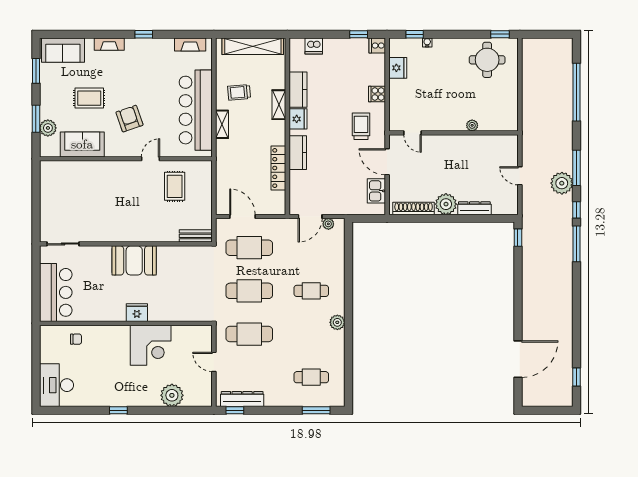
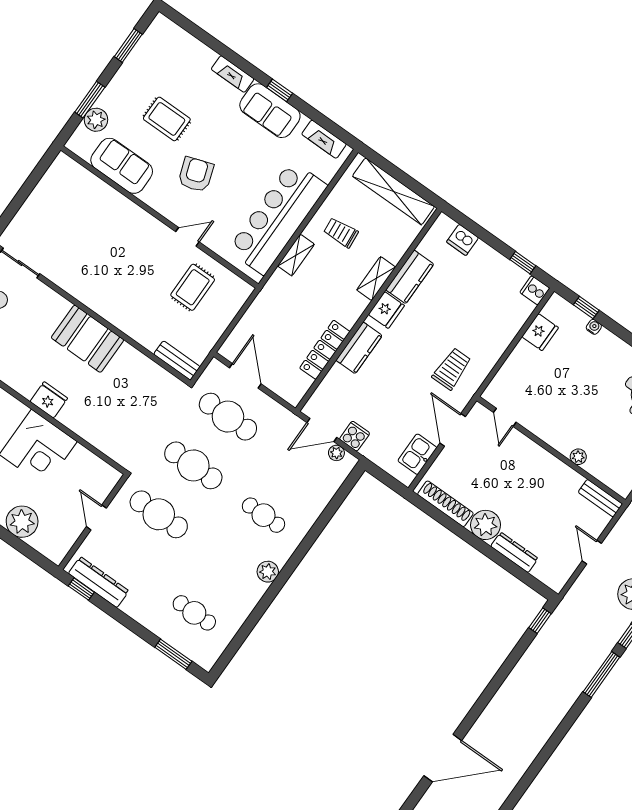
sofa: (63, 50) -> (270, 111), moved
cooker: (377, 94) -> (355, 436), moved, turned 90
bench: (502, 141) -> (600, 498), added

